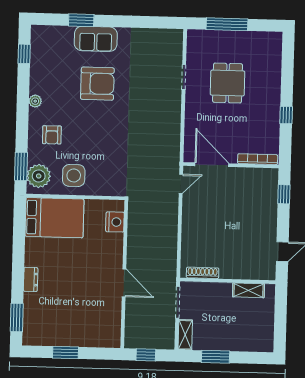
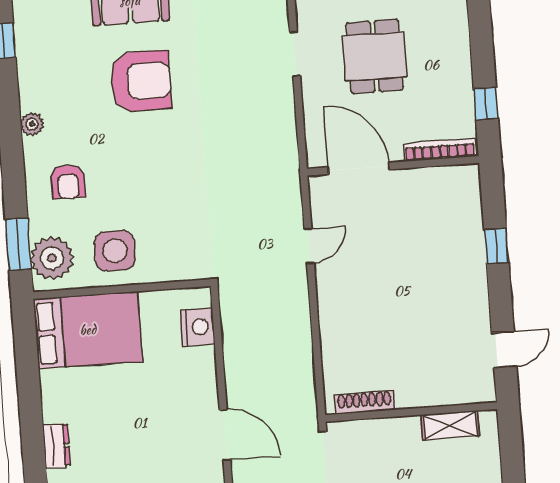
bookcase: (258, 159) -> (440, 150), moved
door: (212, 165) -> (359, 168), moved
wall: (231, 165) -> (393, 166), moved

